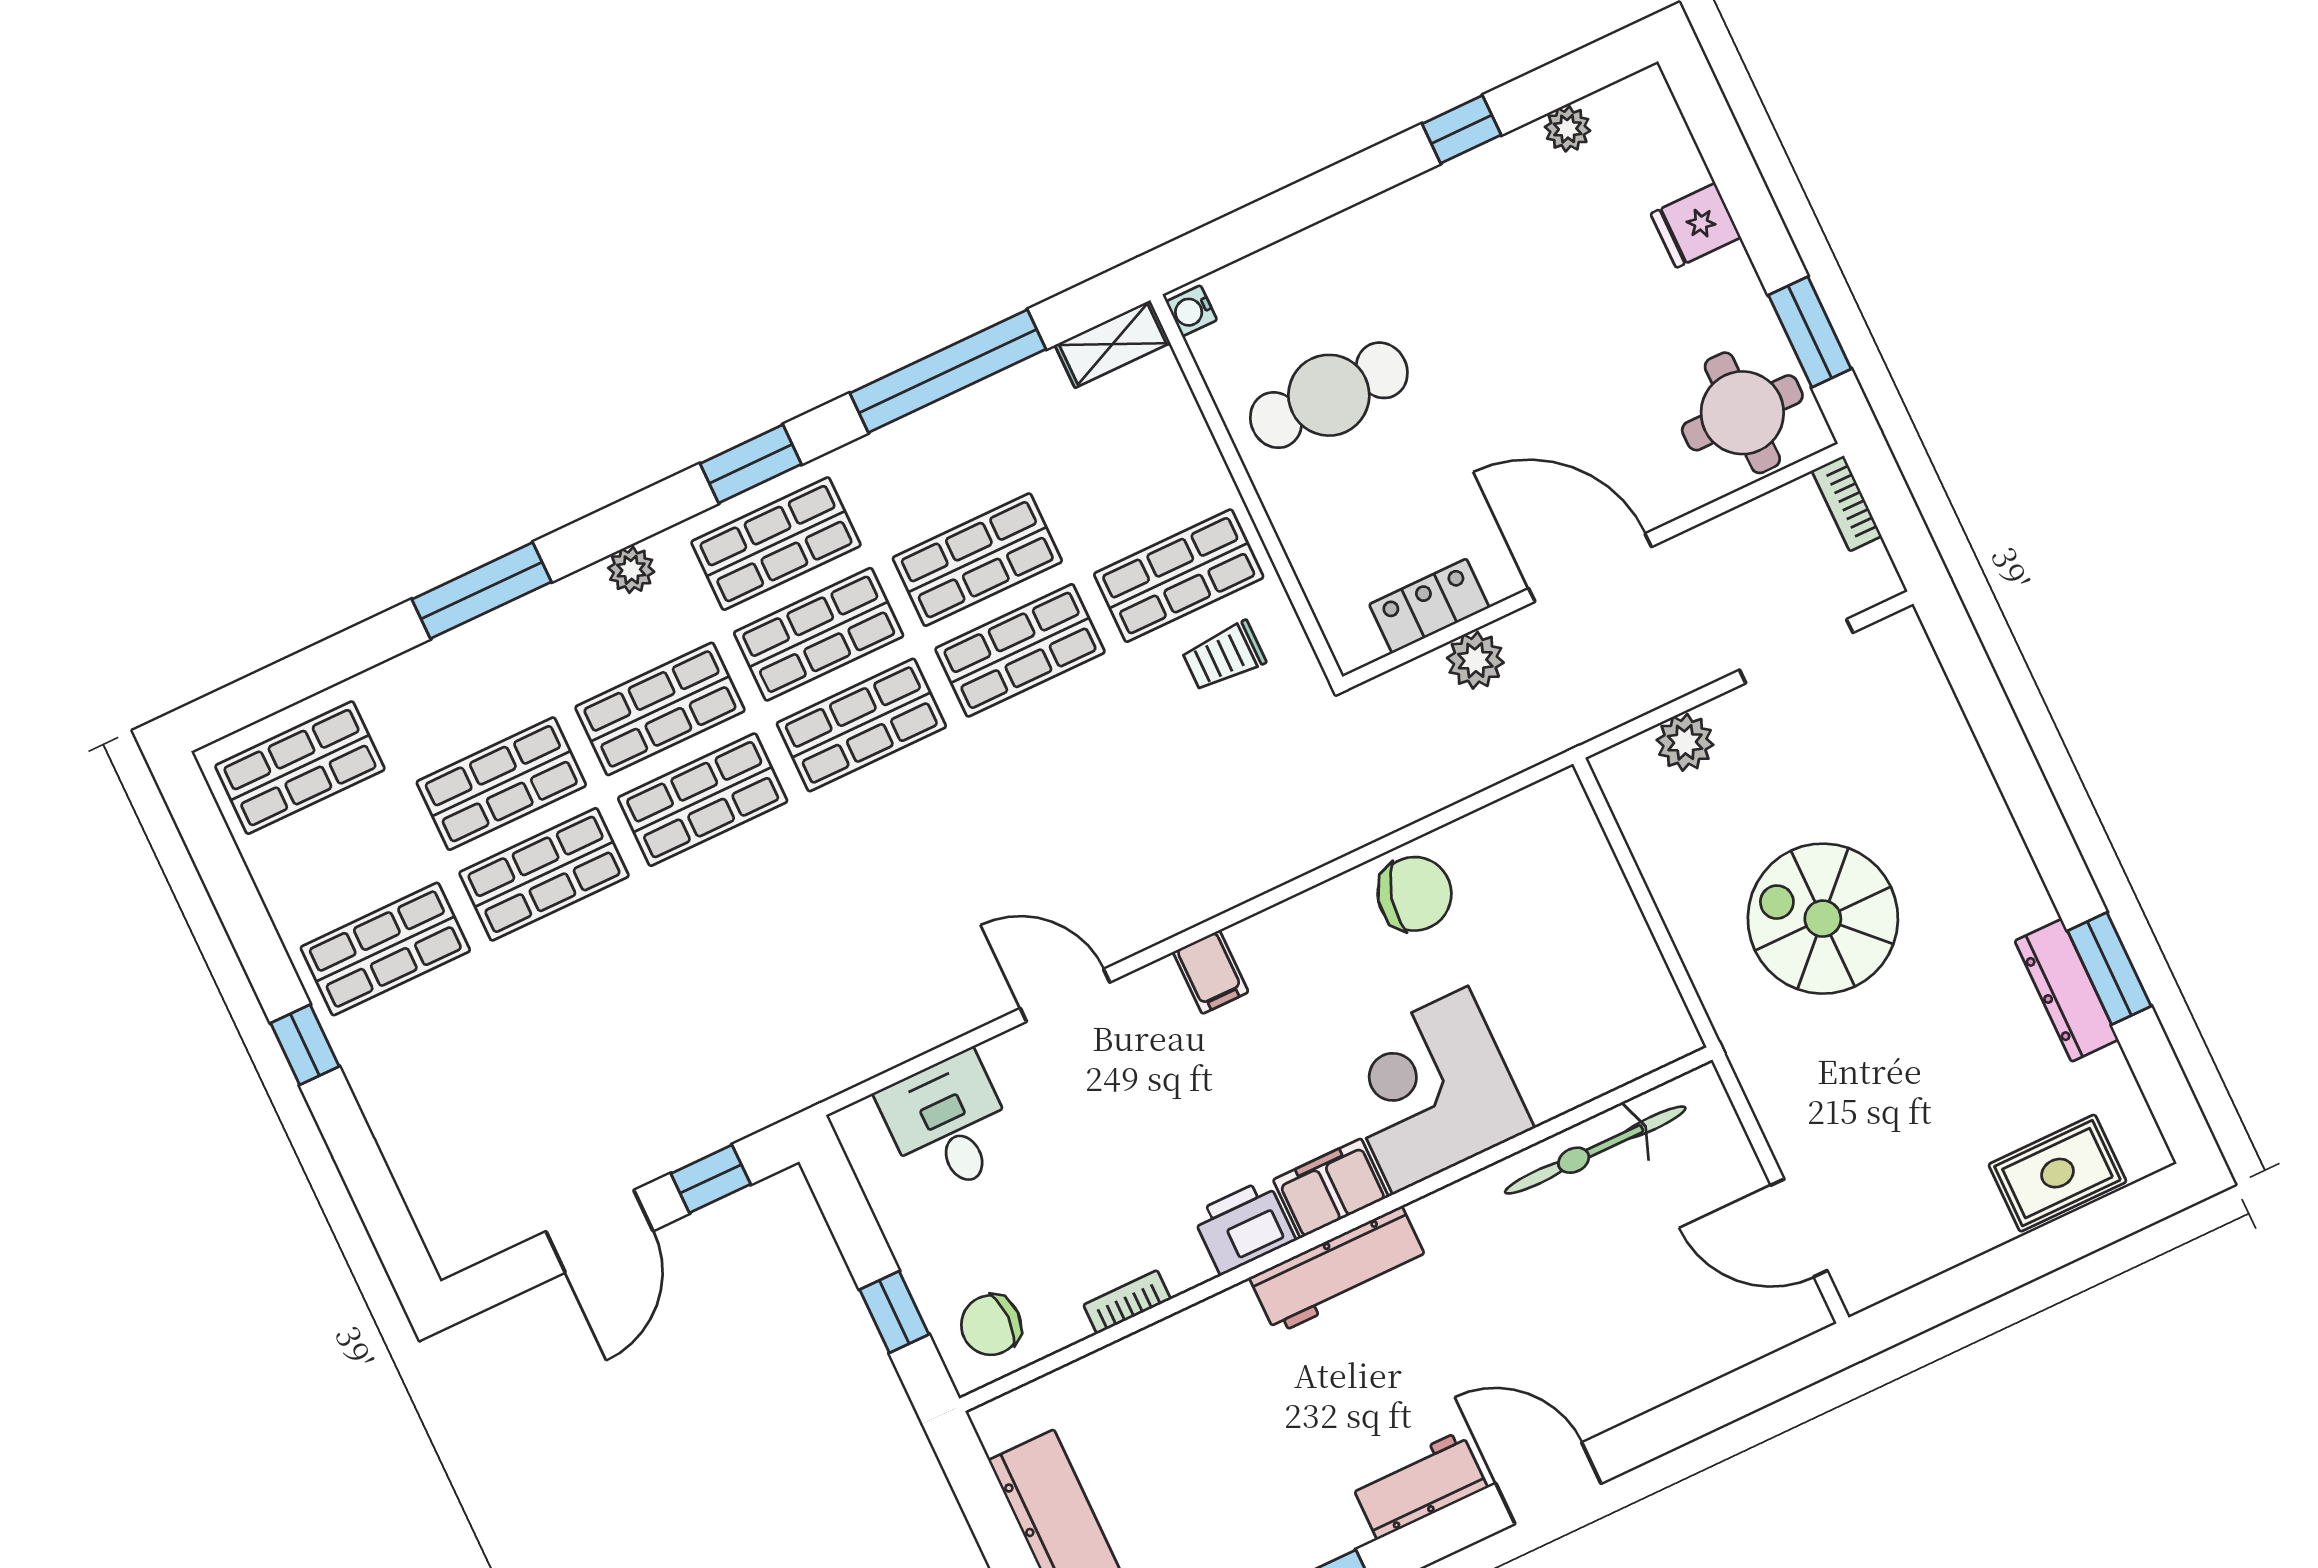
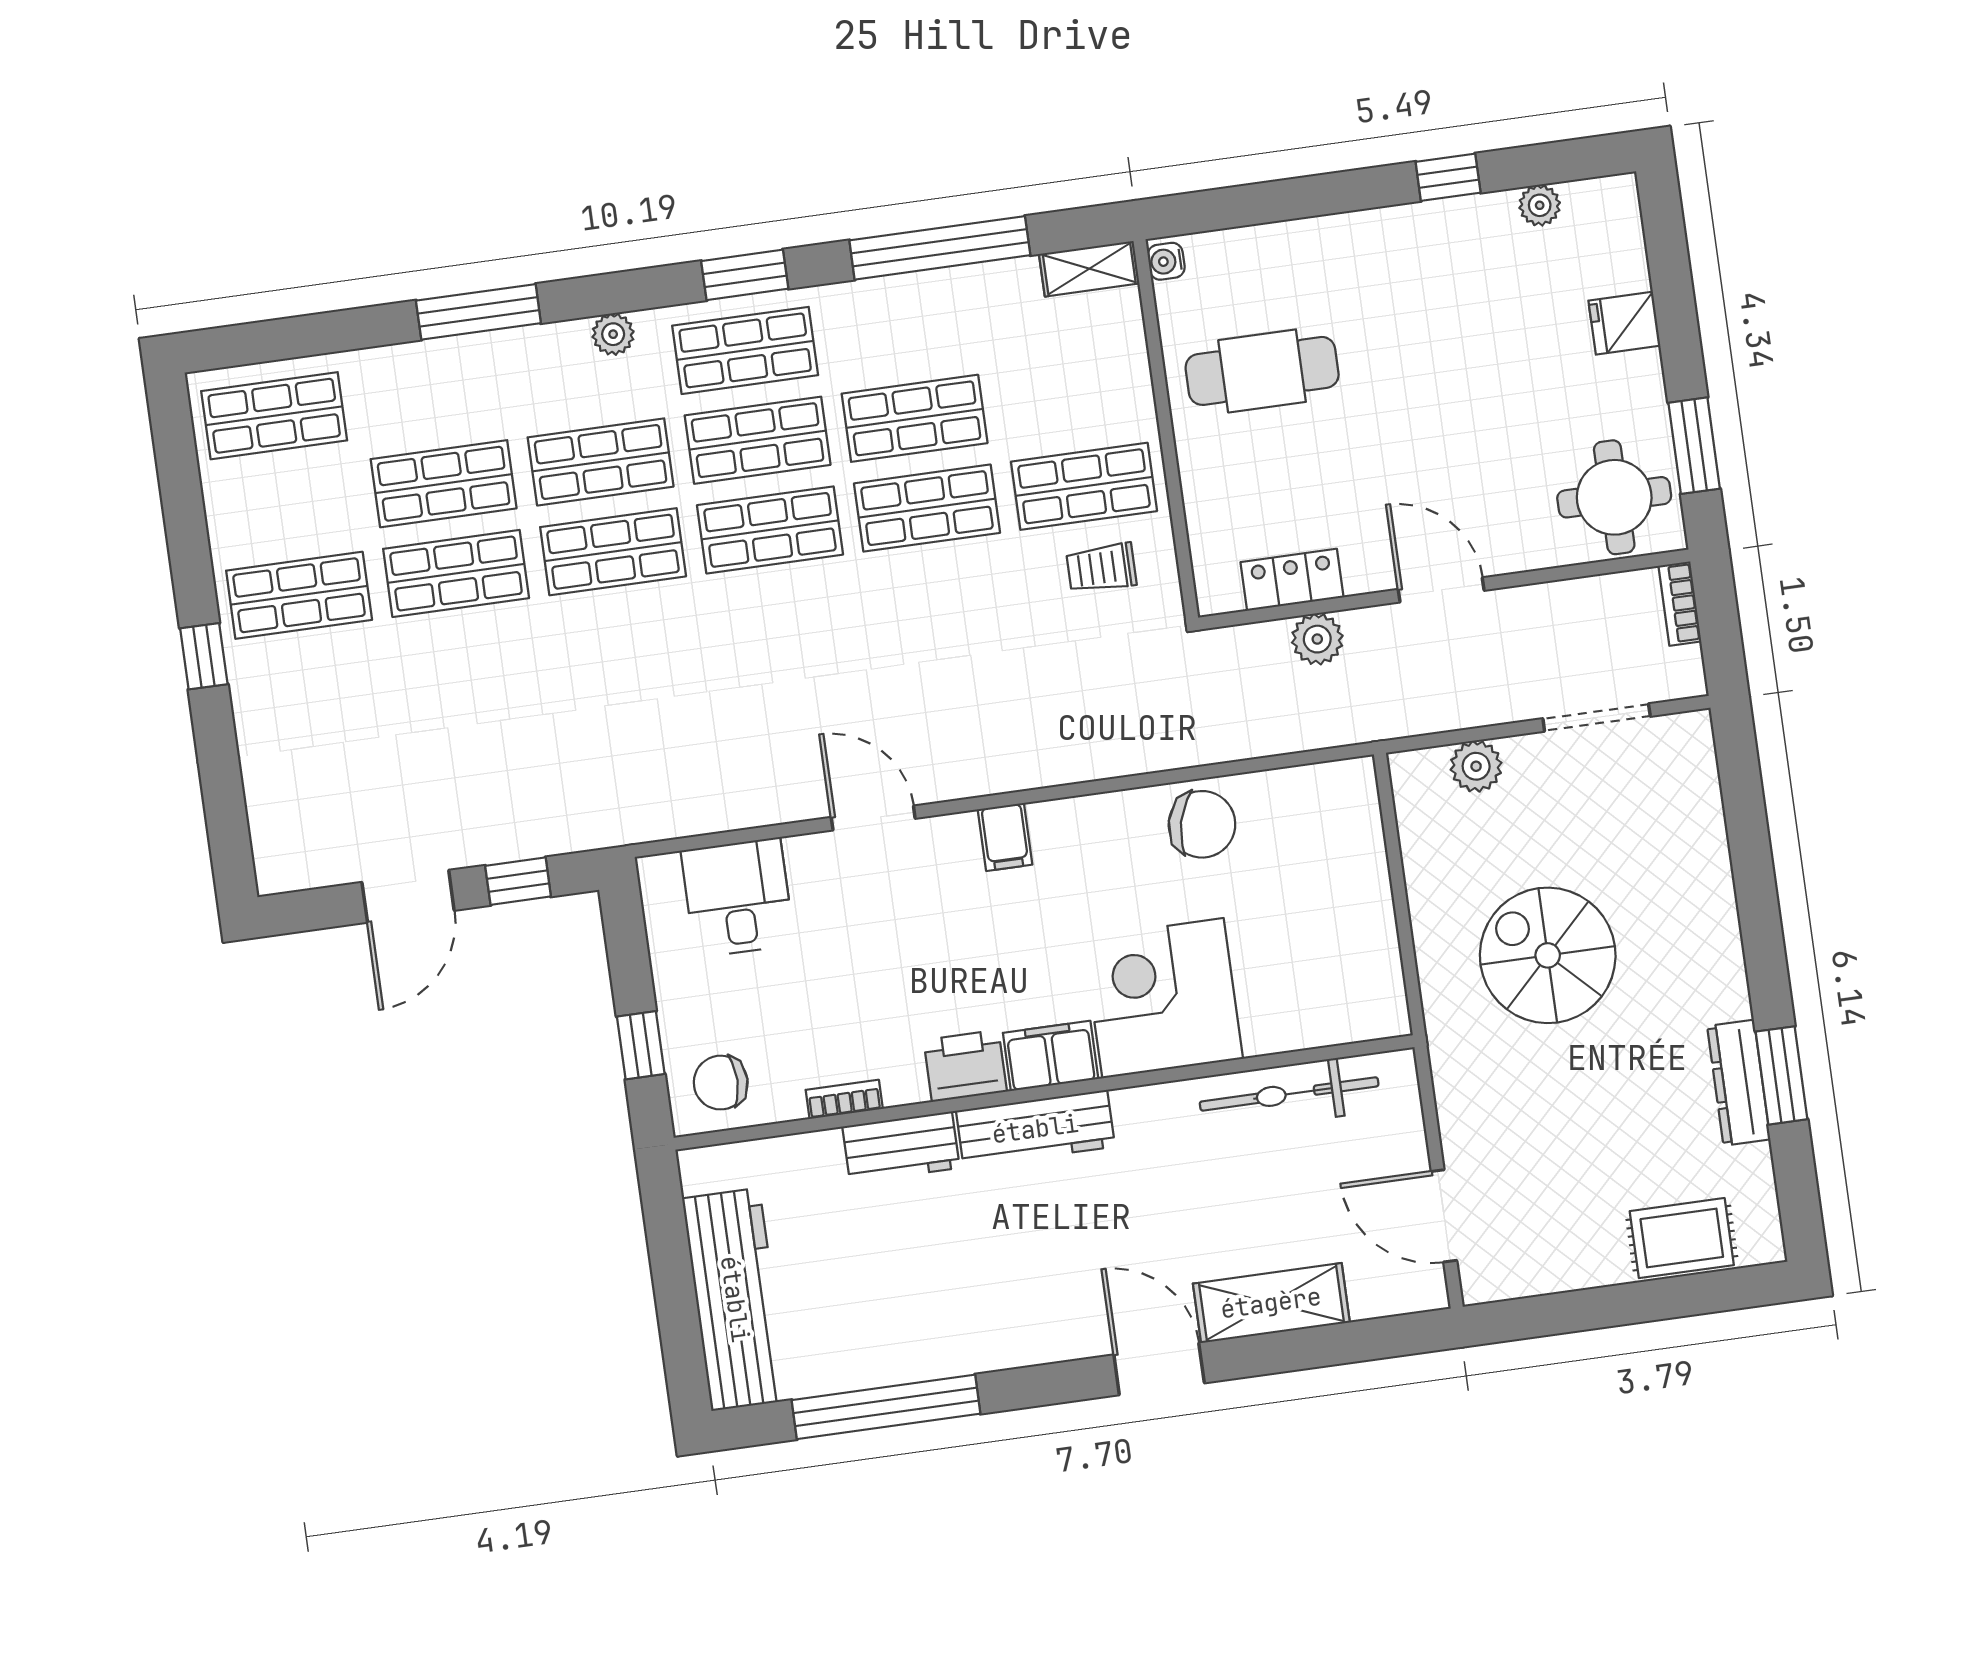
door: (1590, 568) -> (1441, 590), width x0.73
shelving: (1645, 1377) -> (1271, 1303), added
workbench: (1419, 1485) -> (901, 1147), moved, turned 180

